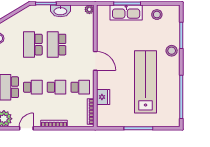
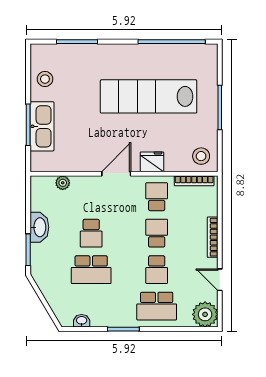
plant: (89, 9) -> (63, 183), moved
school desk: (57, 45) -> (91, 233), width x0.54
stool: (172, 51) -> (201, 156), moved
school desk: (33, 87) -> (157, 270), turned 180
fridge: (103, 97) -> (152, 162), moved

